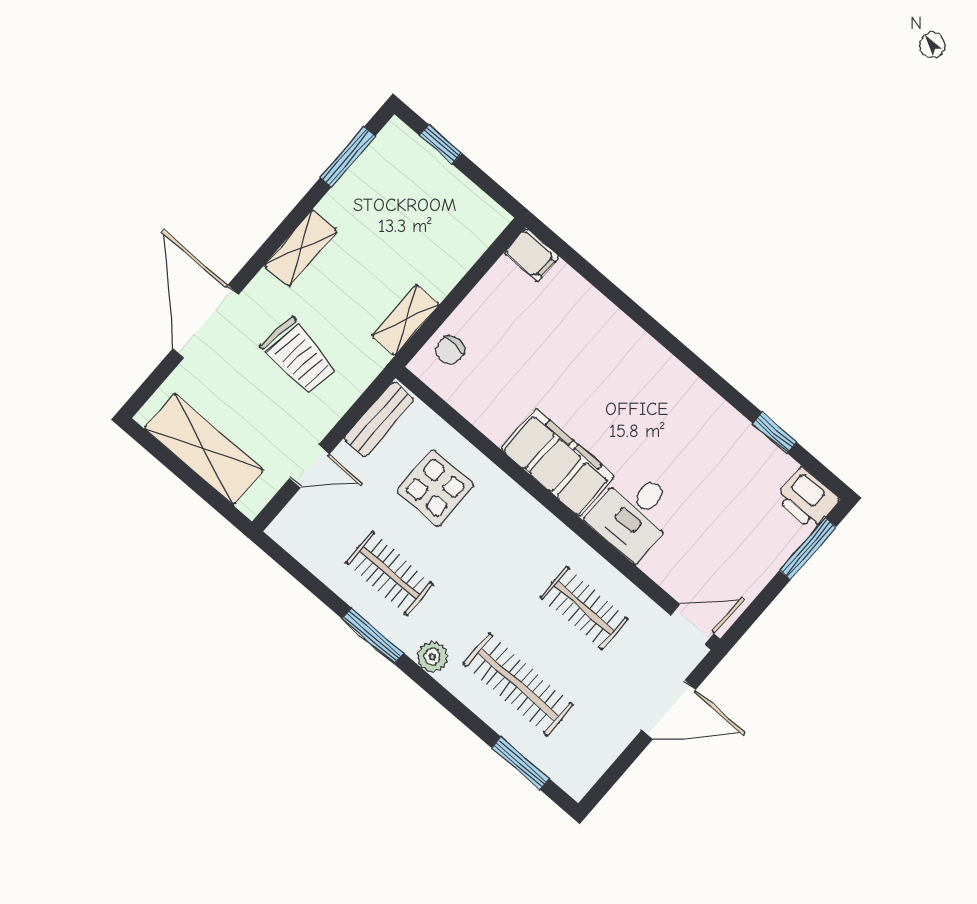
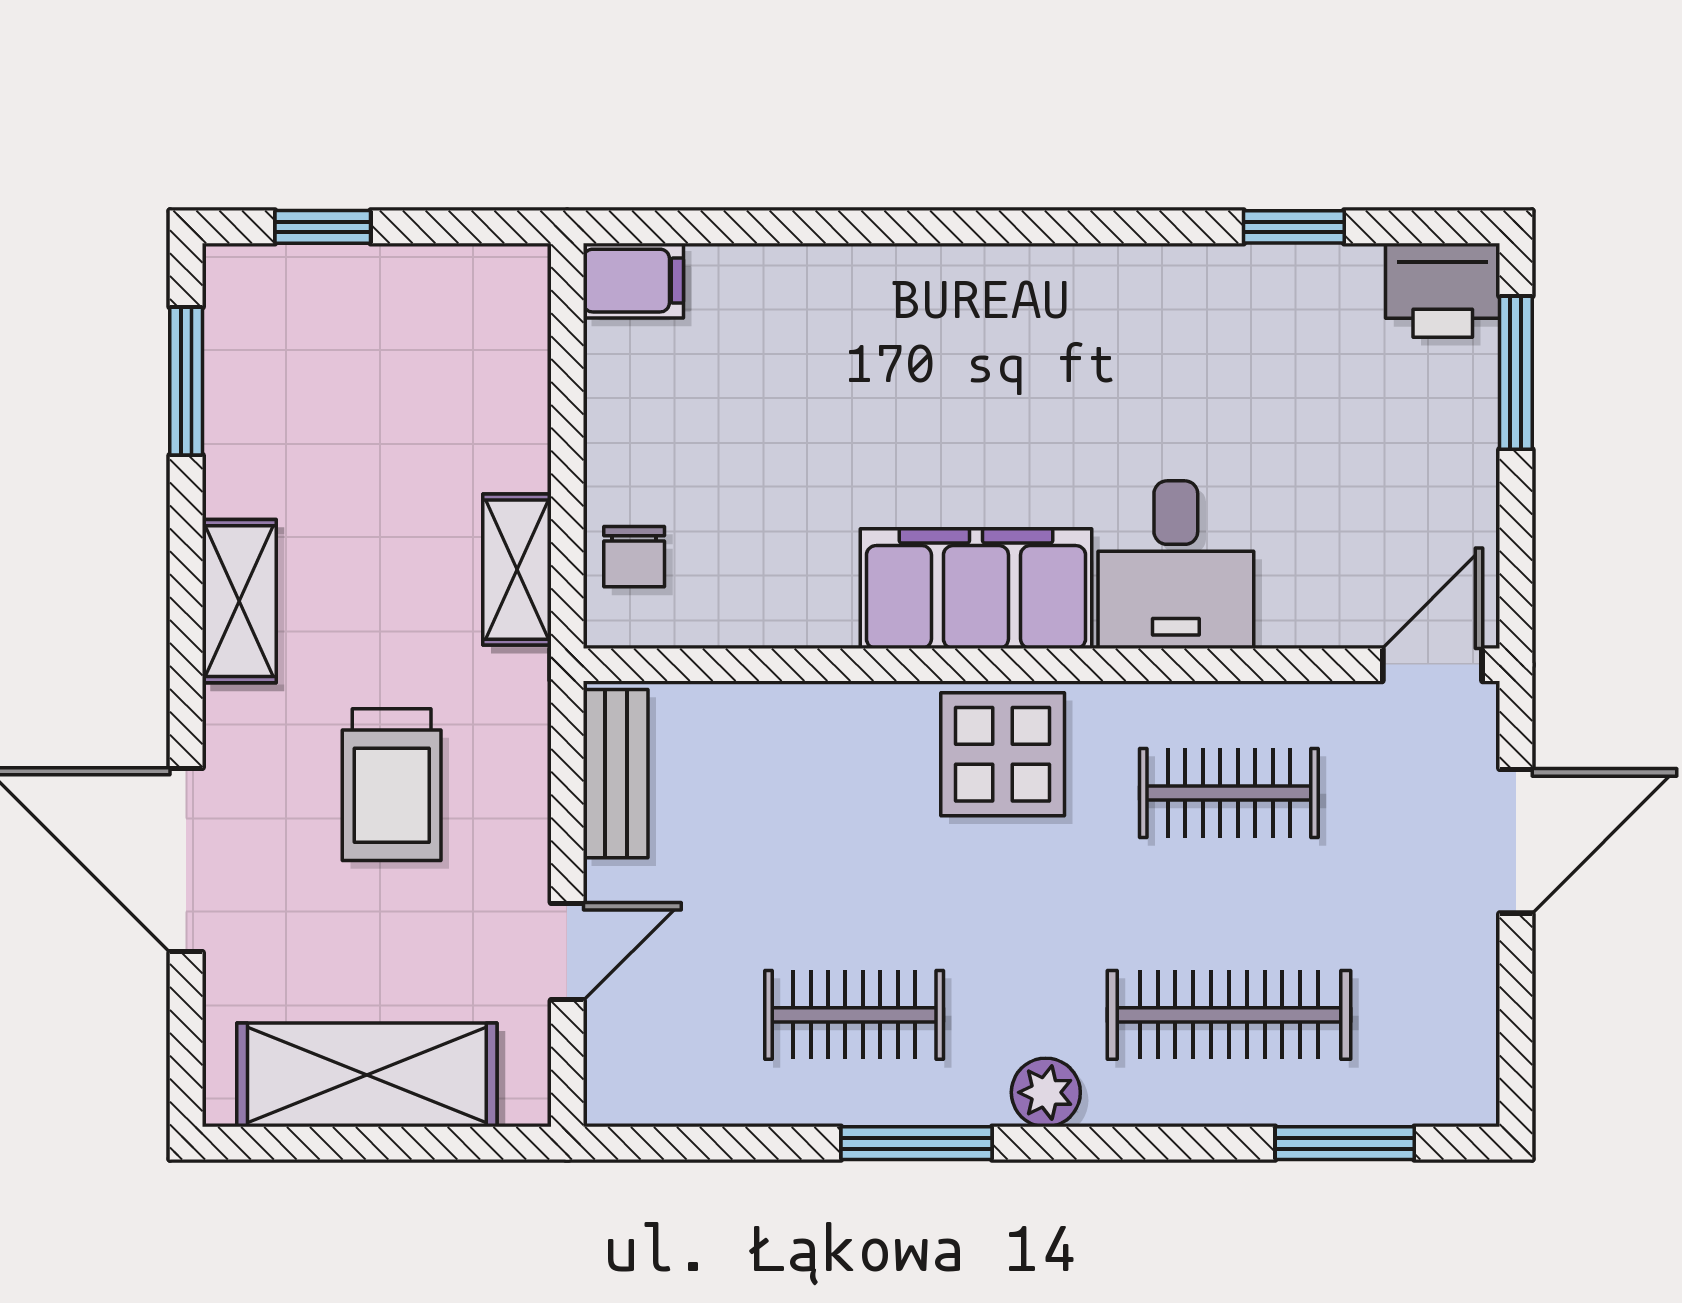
trolley: (299, 357) -> (392, 785), turned 82
display table: (435, 488) -> (1003, 754), moved

